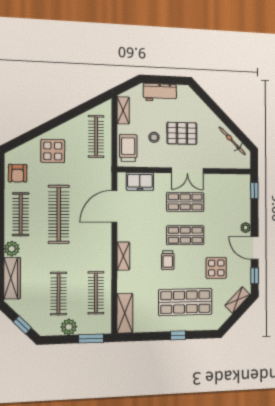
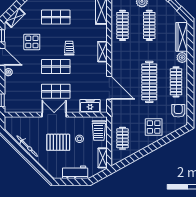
clothes rail: (96, 136) -> (123, 138), width x0.73
bicycle: (232, 141) -> (27, 146), moved
door: (114, 206) -> (109, 88), hinge flipped
shop shelf: (185, 302) -> (56, 17), width x0.70, depth x0.74

